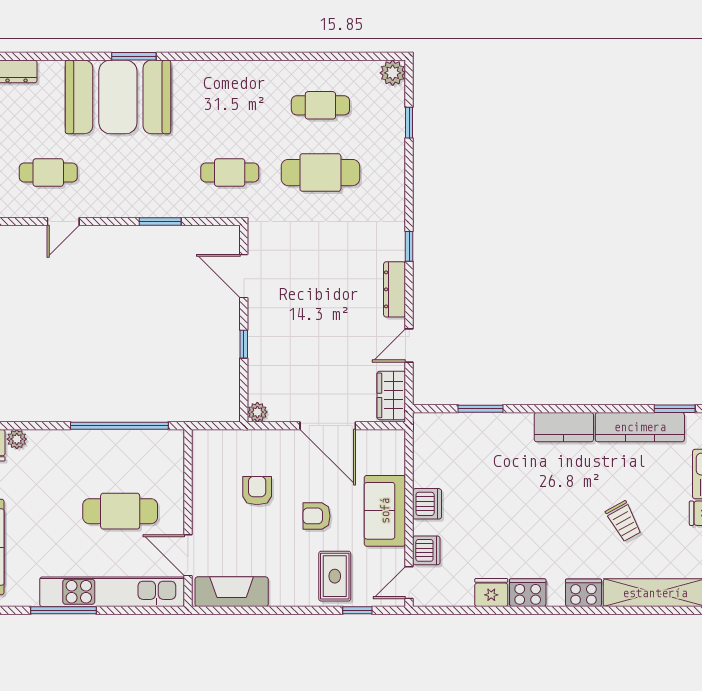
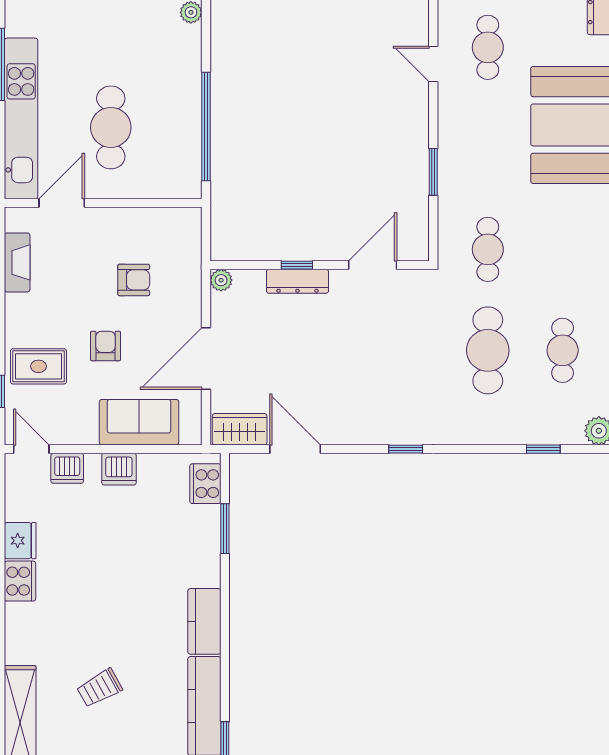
dresser: (395, 289) -> (297, 281), moved, turned 180
door: (409, 346) -> (295, 449), width x1.38
sofa: (385, 511) -> (139, 422), moved
fireplace: (232, 592) -> (17, 262), width x0.73, depth x0.76
cooker: (583, 593) -> (205, 484), moved, turned 180

